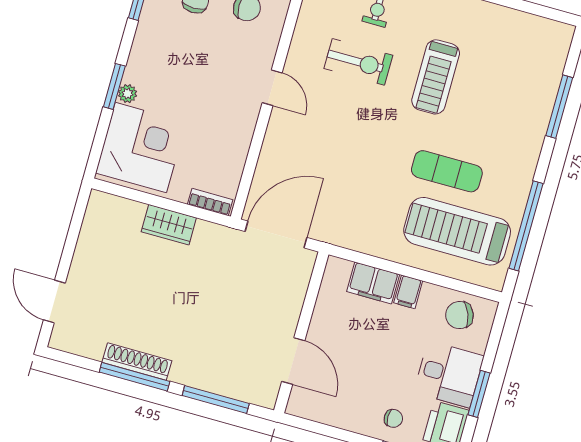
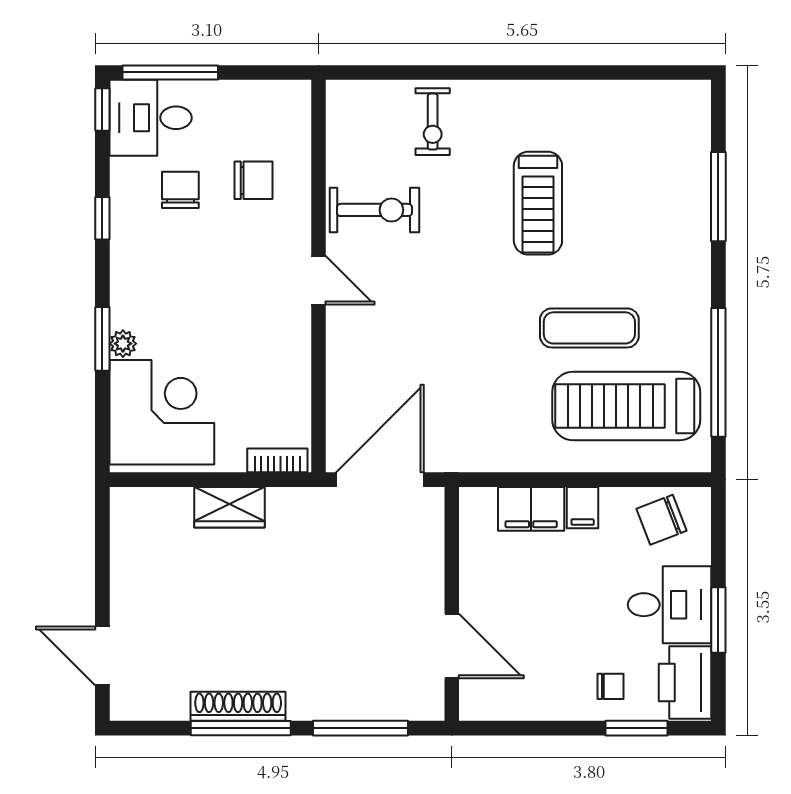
exercise bike: (358, 62) -> (375, 210), moved

